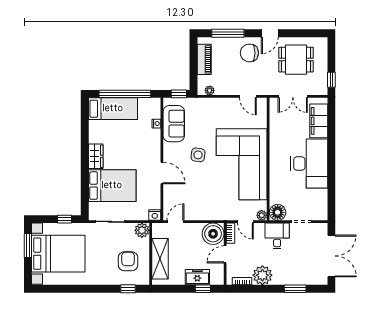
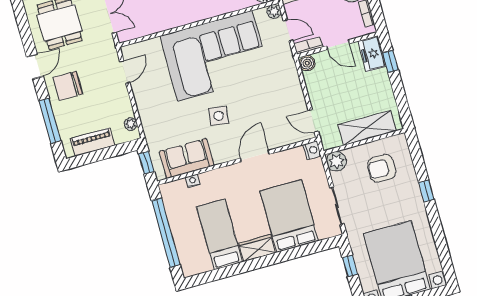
door: (270, 33) -> (35, 67), hinge flipped
chair: (249, 53) -> (68, 86), turned 90
bed: (113, 109) -> (219, 234), moved
door: (245, 222) -> (288, 30), hinge flipped
boiler: (213, 234) -> (307, 63), width x0.54, depth x0.54
freezer: (197, 277) -> (372, 54), moved
window: (128, 289) -> (426, 191), moved

